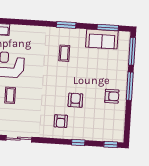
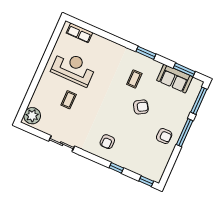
armchair: (75, 100) -> (141, 107), moved, turned 58

